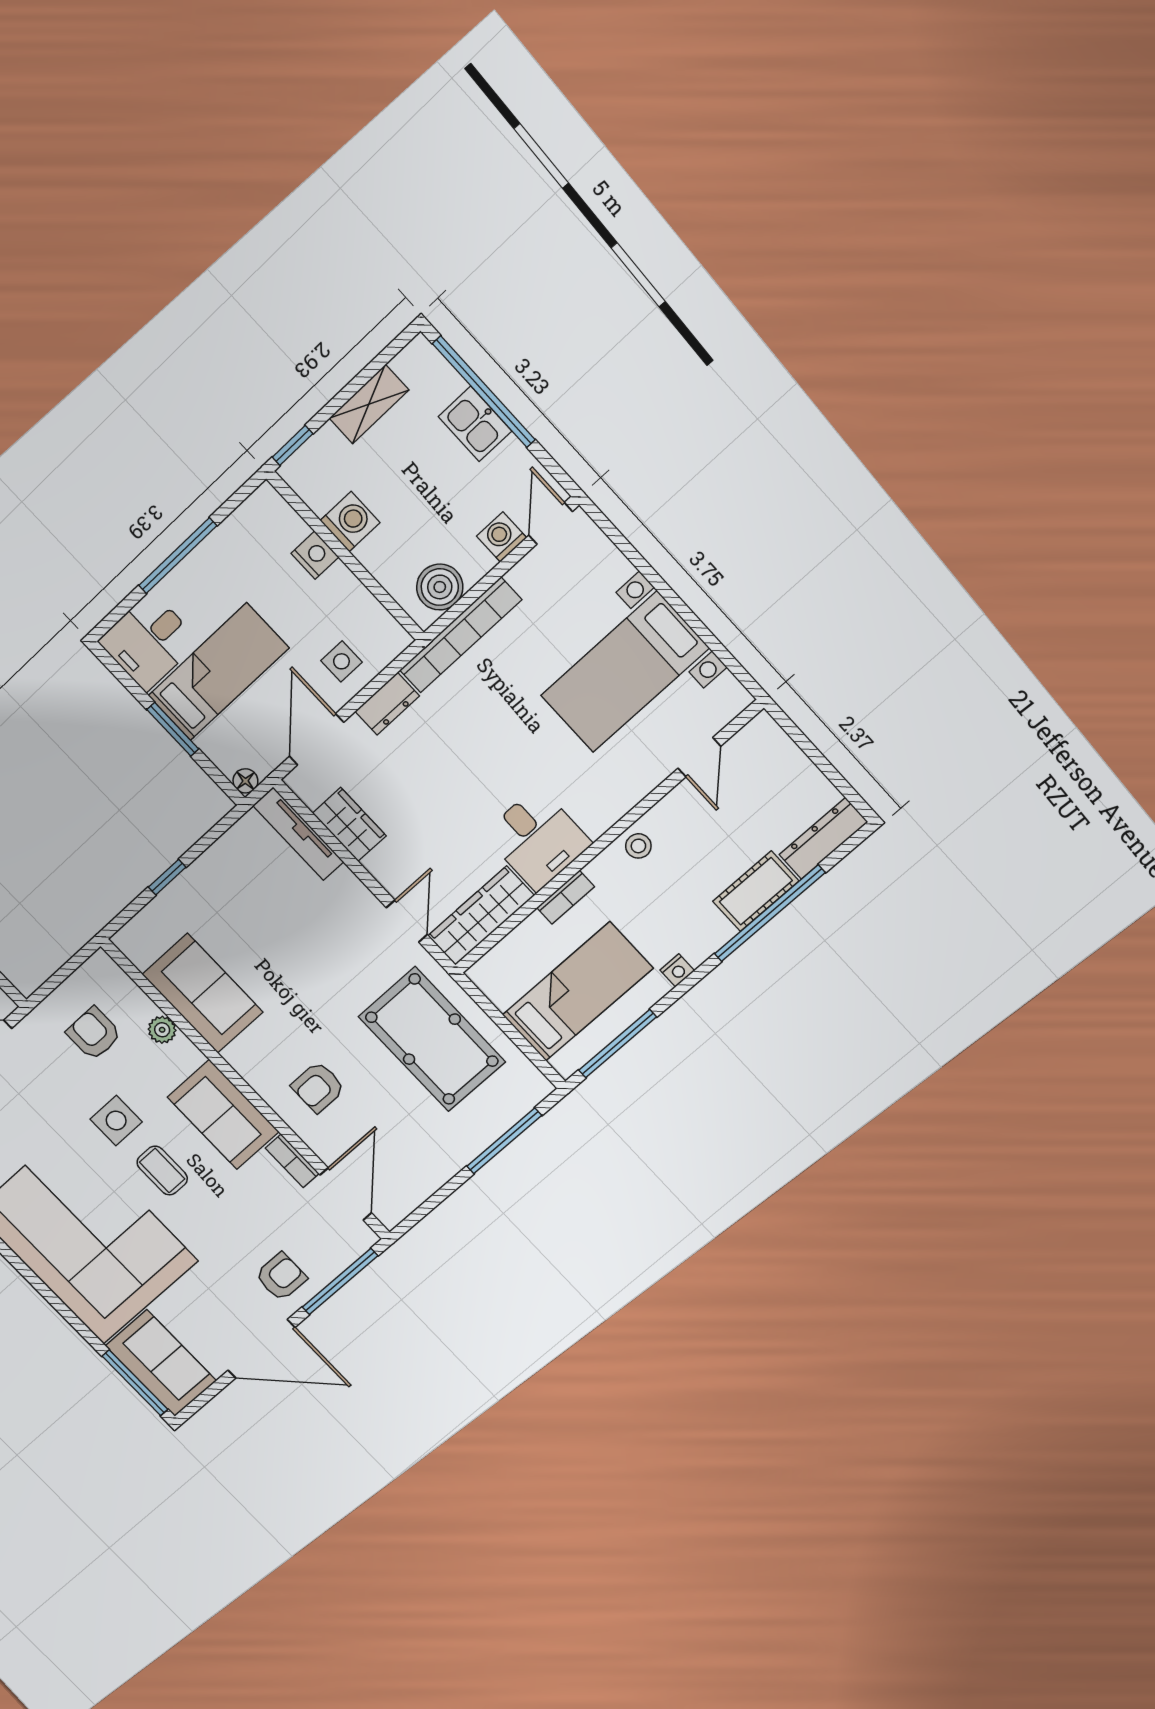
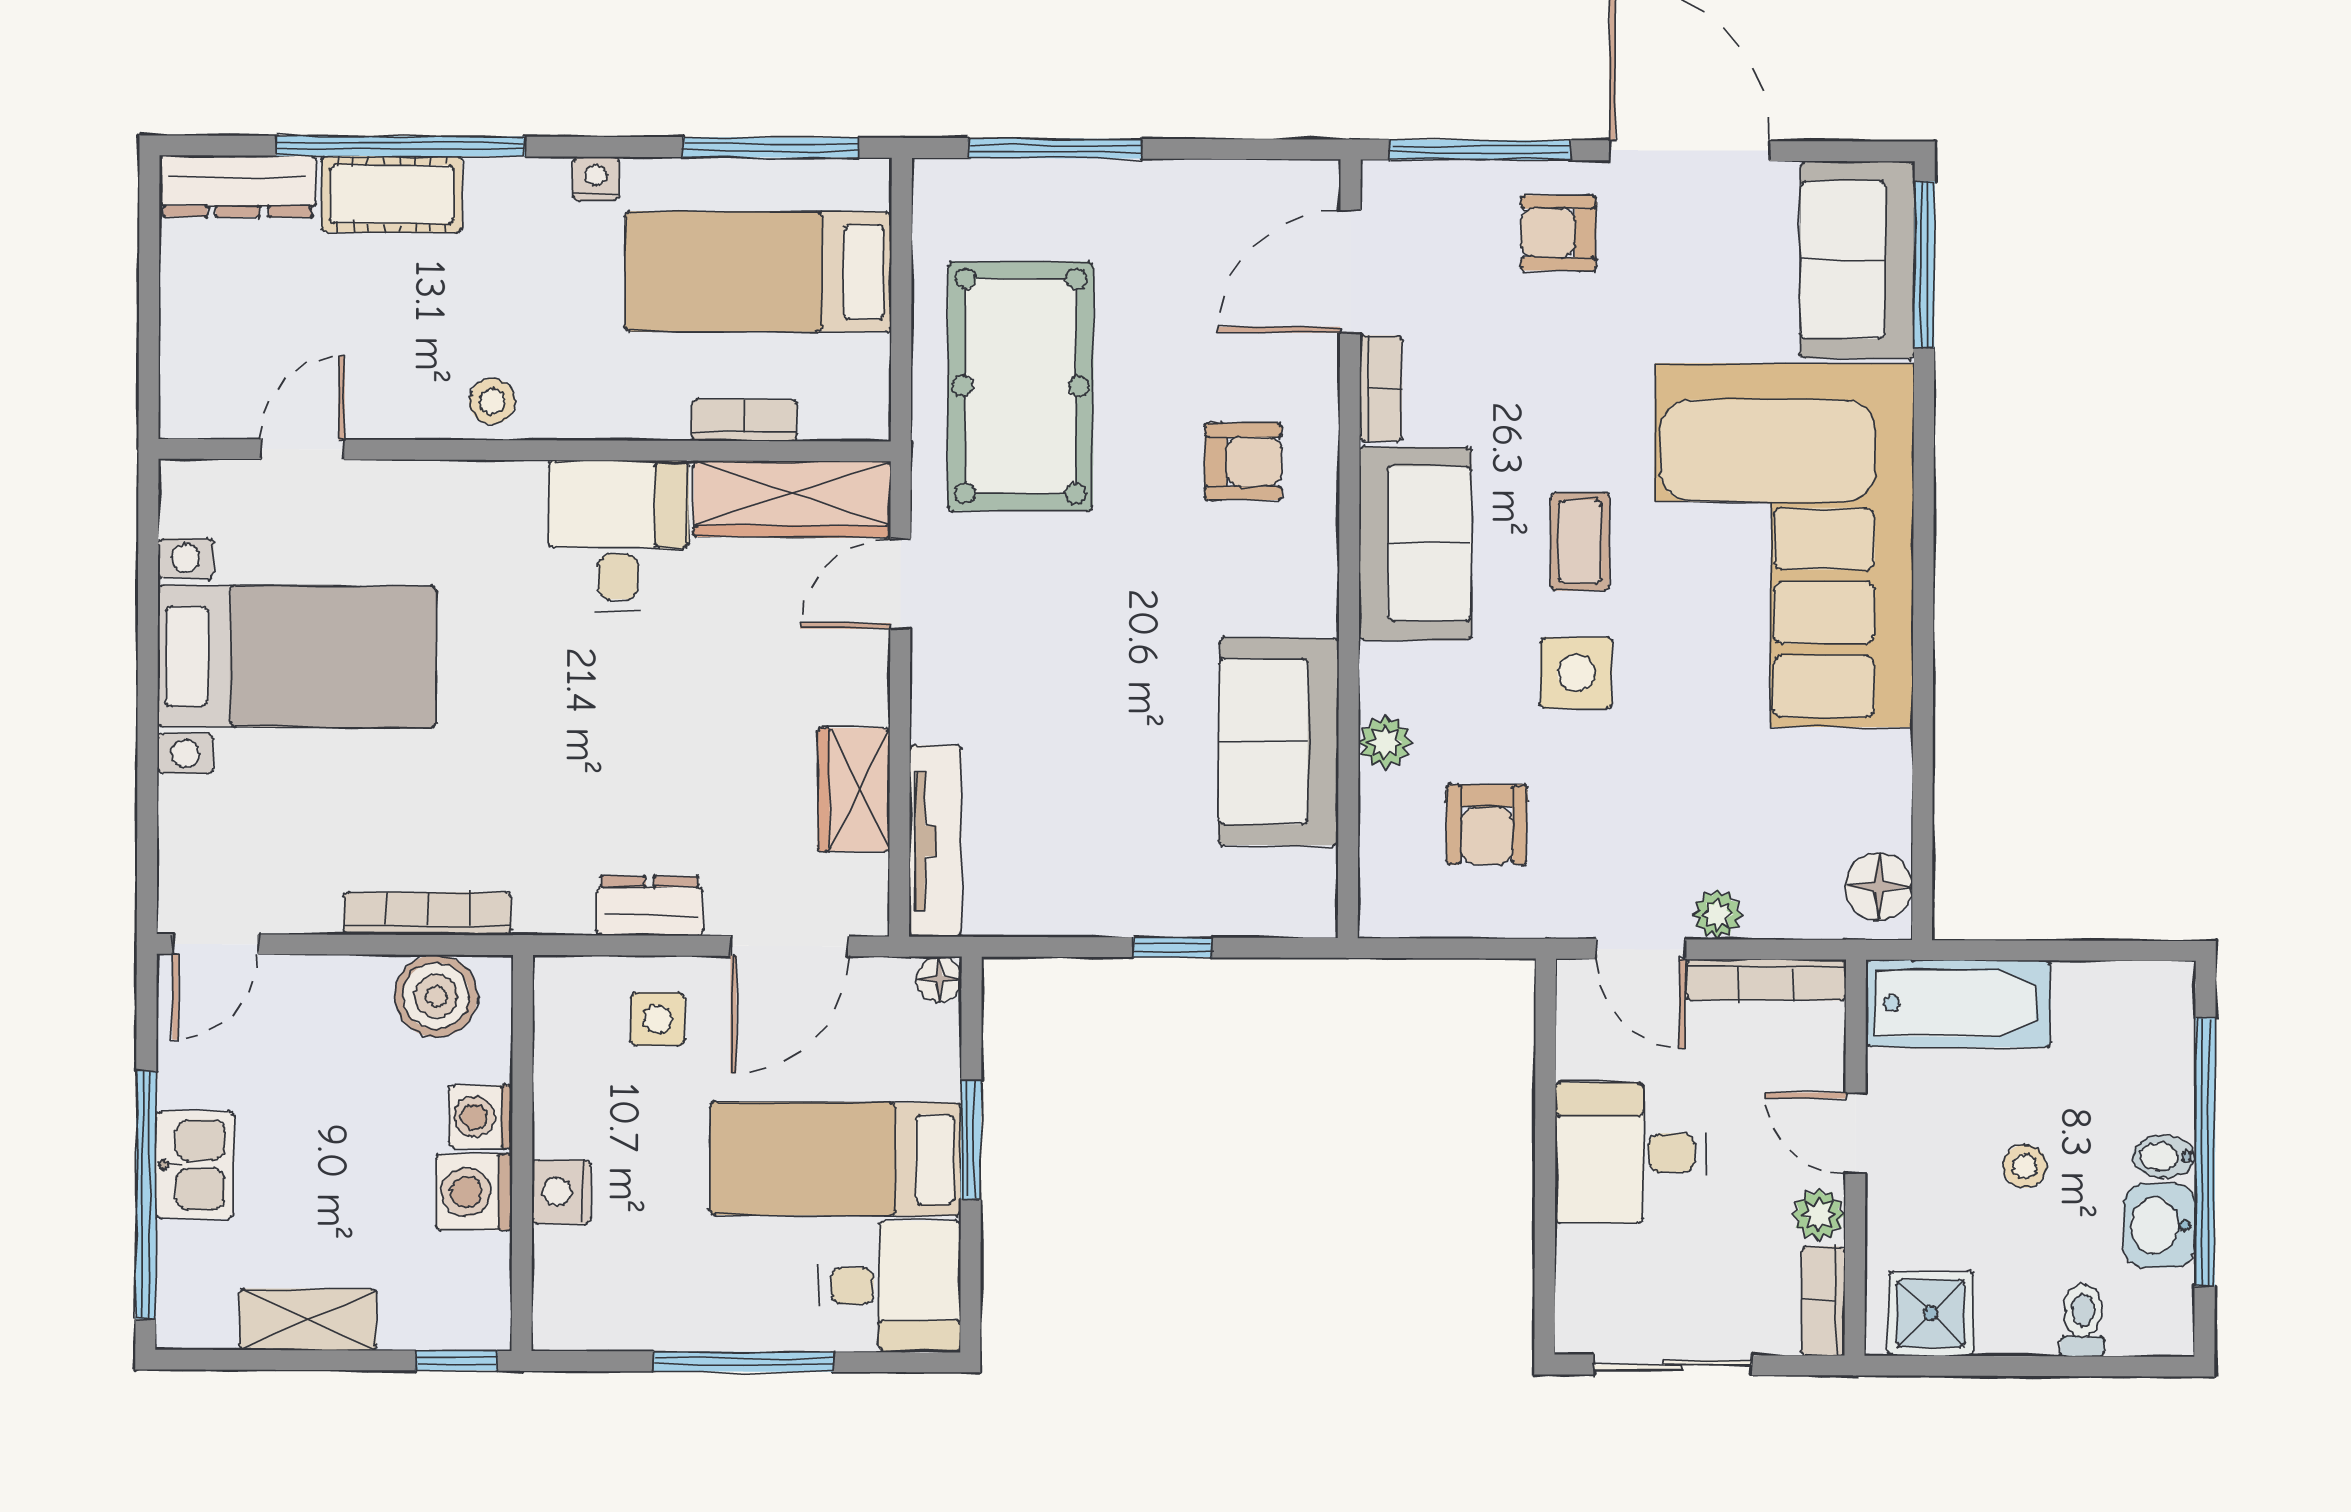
washing machine: (502, 537) -> (481, 1117), moved, turned 90
bookcase: (460, 635) -> (427, 913), width x0.68, depth x0.76
bookcase: (566, 897) -> (745, 420), moved

